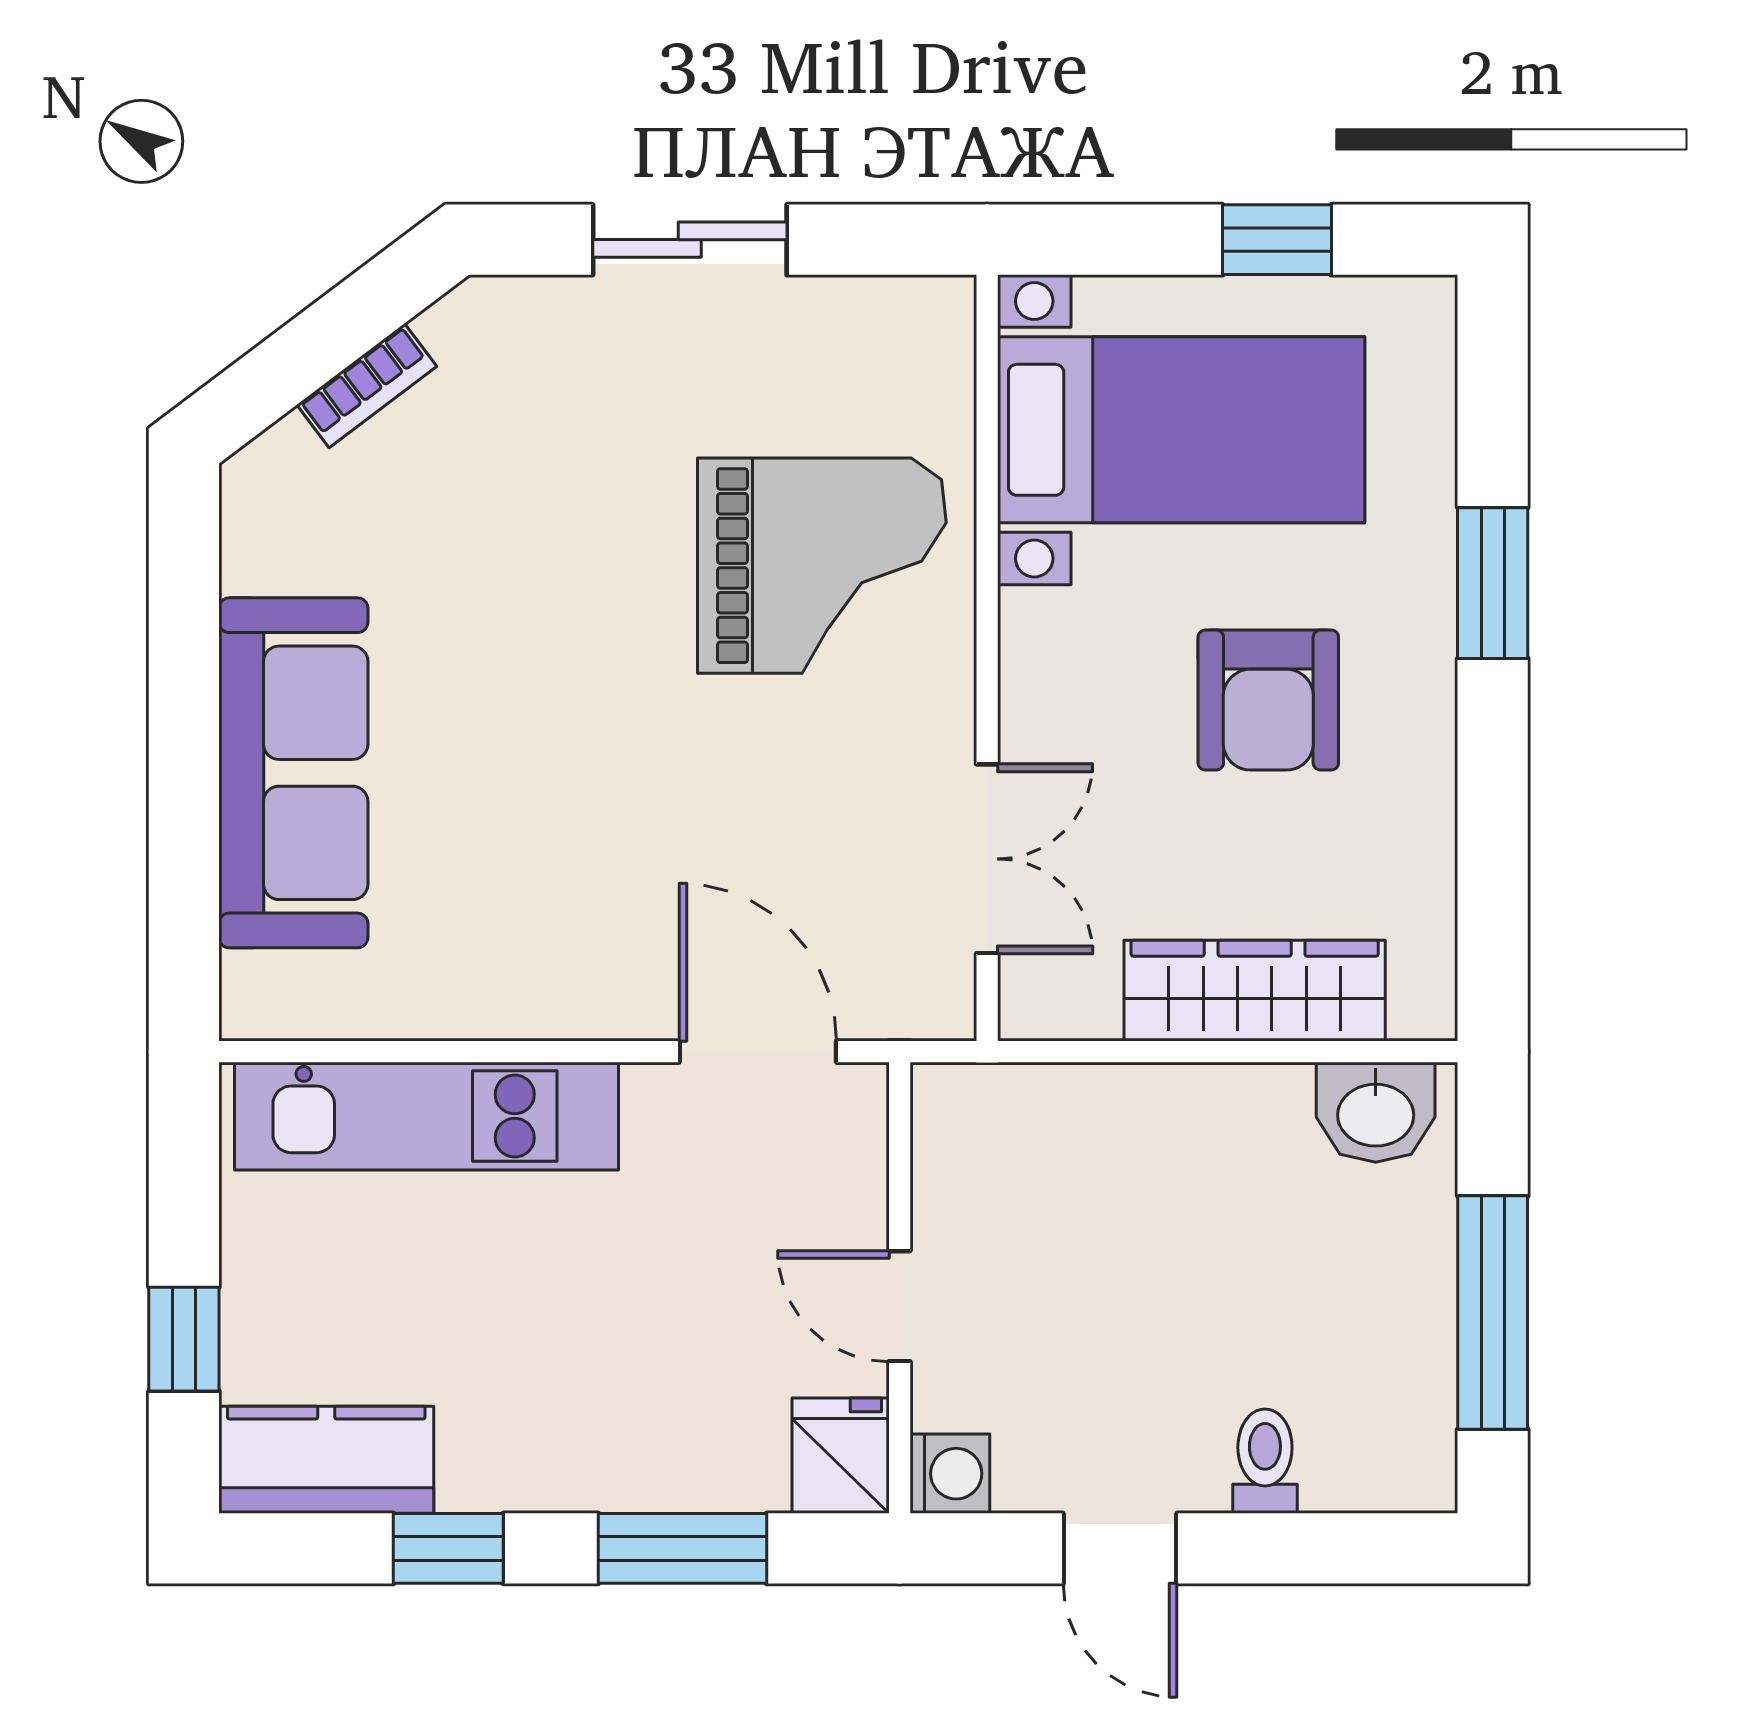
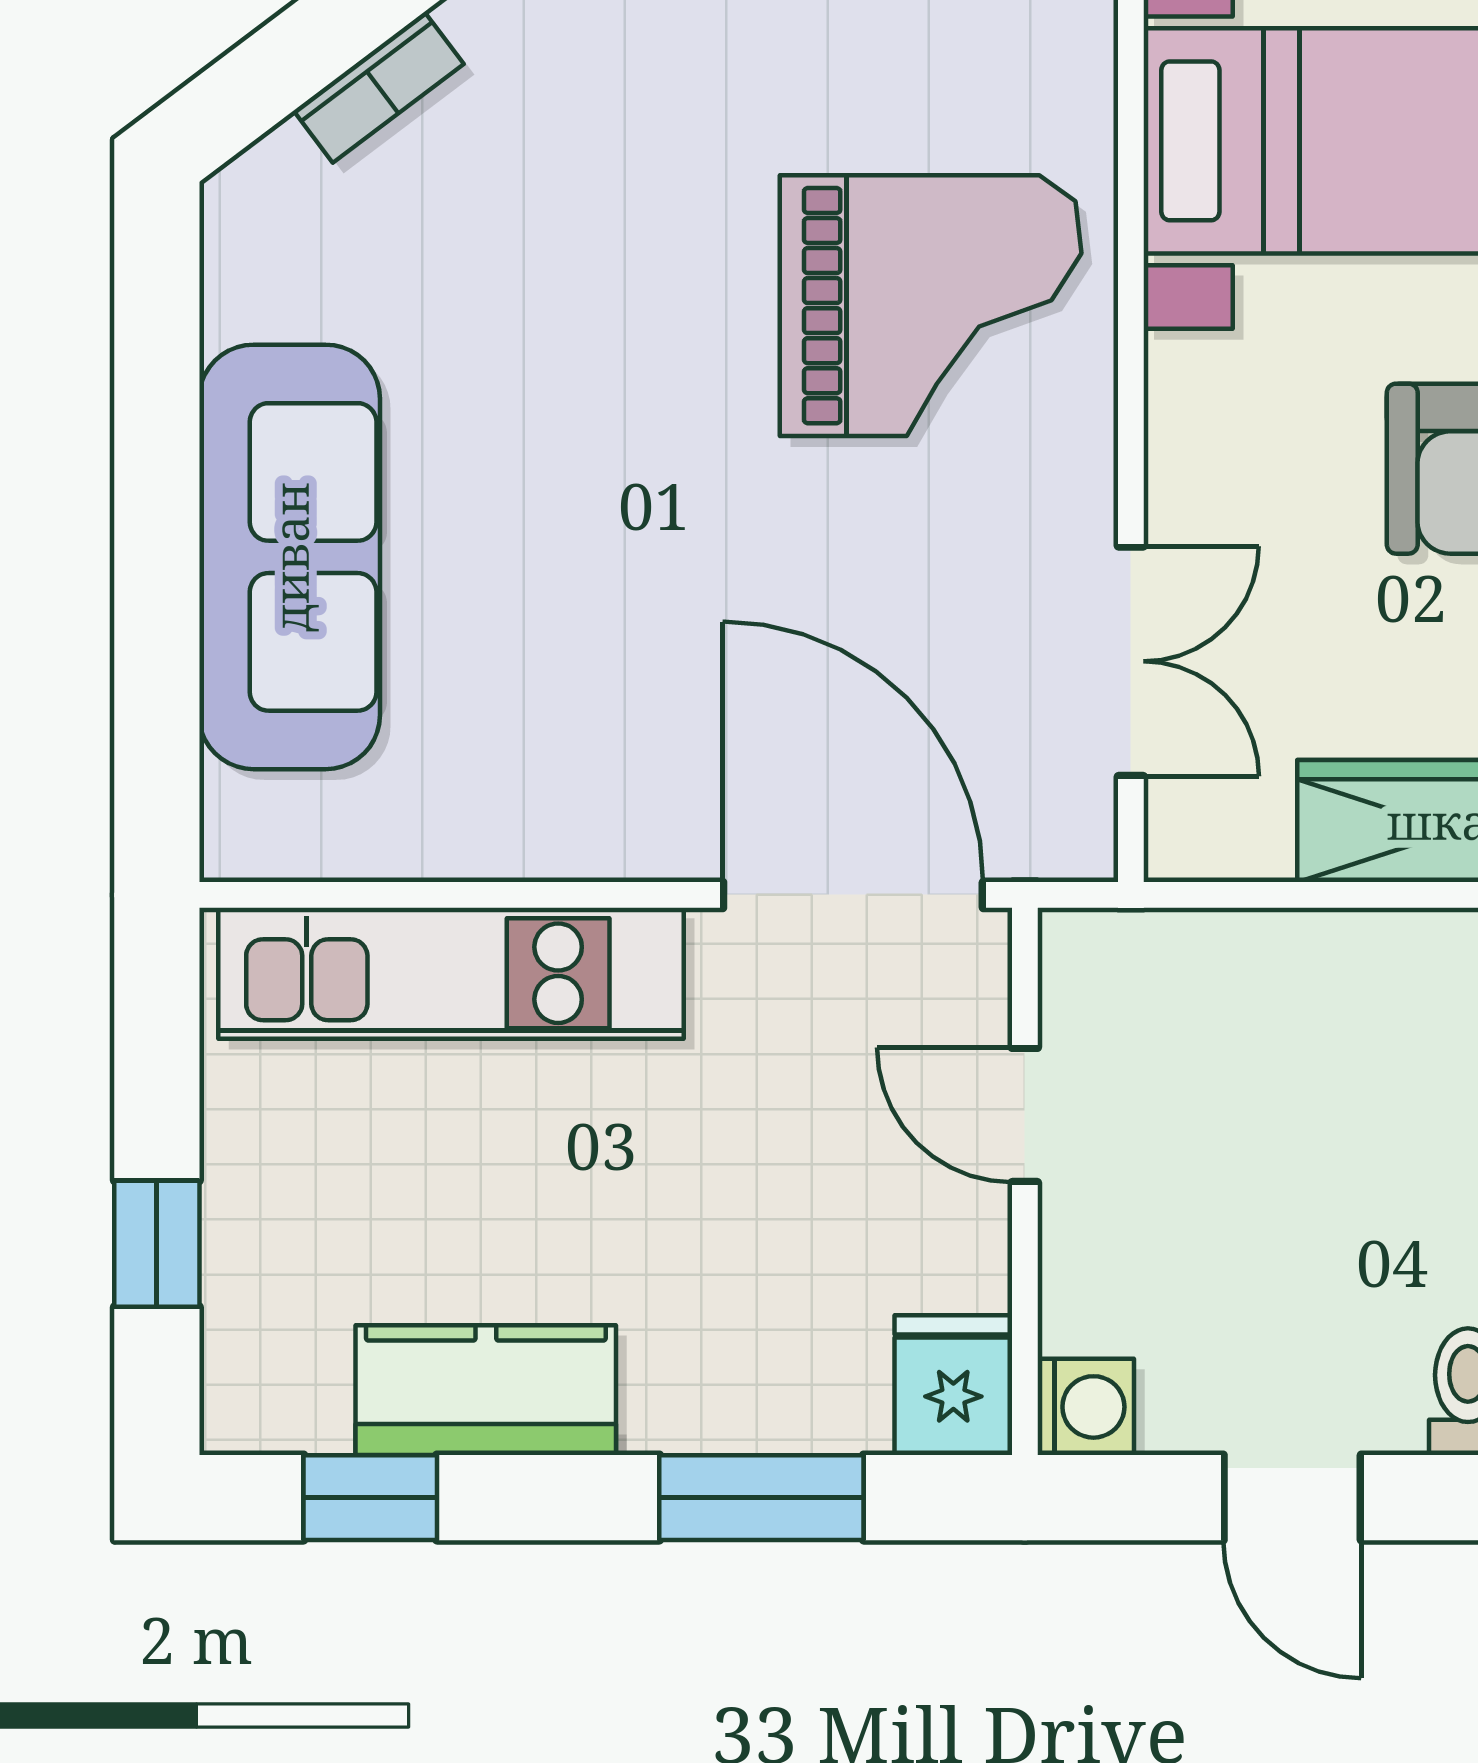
door: (758, 1052) -> (853, 895), width x1.36
door: (900, 1306) -> (1025, 1115), moved
kitchen counter: (326, 1460) -> (486, 1390), moved
window: (448, 1548) -> (370, 1498), moved

